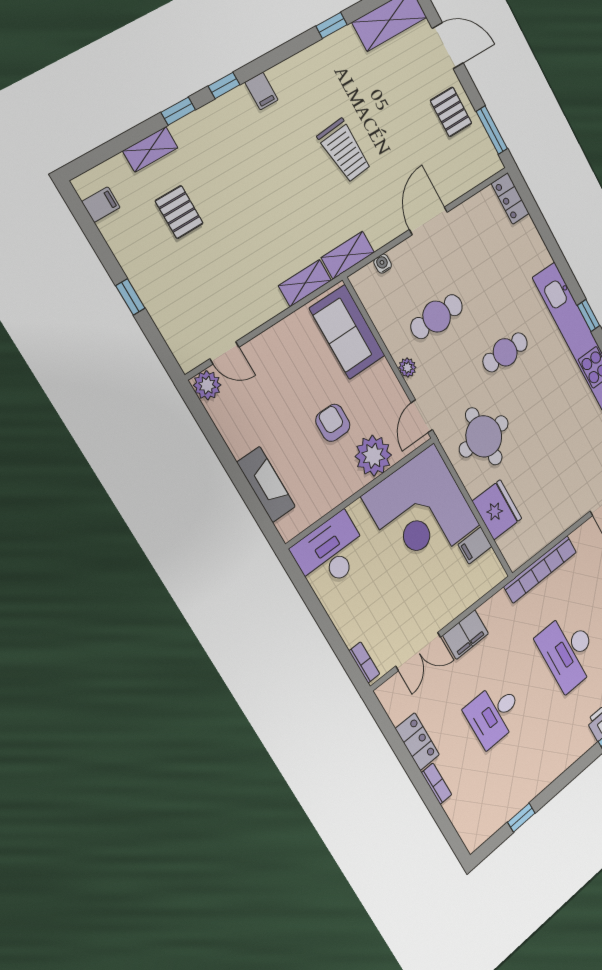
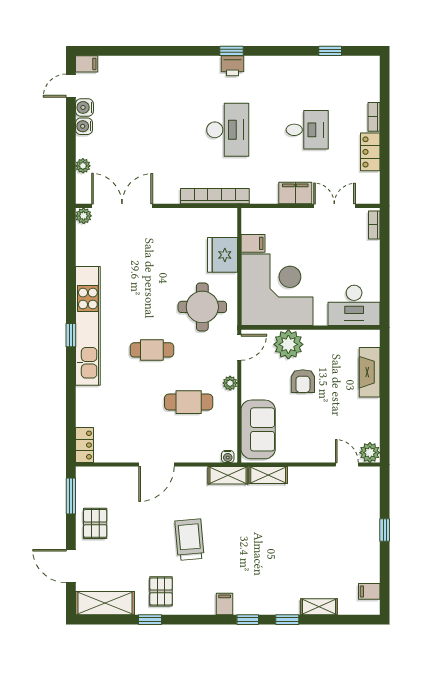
pallet: (179, 212) -> (161, 591), moved
water cooler: (383, 264) -> (228, 457), moved

